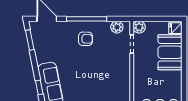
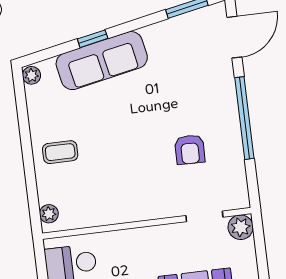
plant: (117, 27) -> (235, 182), removed
armchair: (86, 39) -> (190, 150), moved

